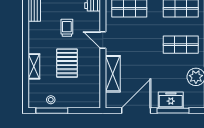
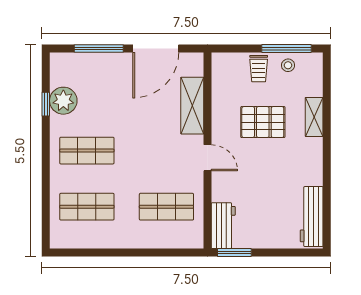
trolley: (67, 28) -> (259, 69), moved
pallet: (67, 63) -> (263, 122), turned 90
freezer: (171, 100) -> (102, 65), removed

